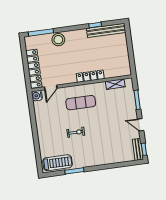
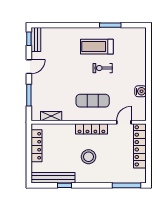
stool: (58, 40) -> (89, 157), moved
locker: (124, 56) -> (37, 146), added
locker: (90, 76) -> (91, 129), moved
water cooler: (37, 96) -> (141, 91), moved
door: (141, 125) -> (29, 67), hinge flipped
treadmill: (58, 163) -> (97, 47), moved

